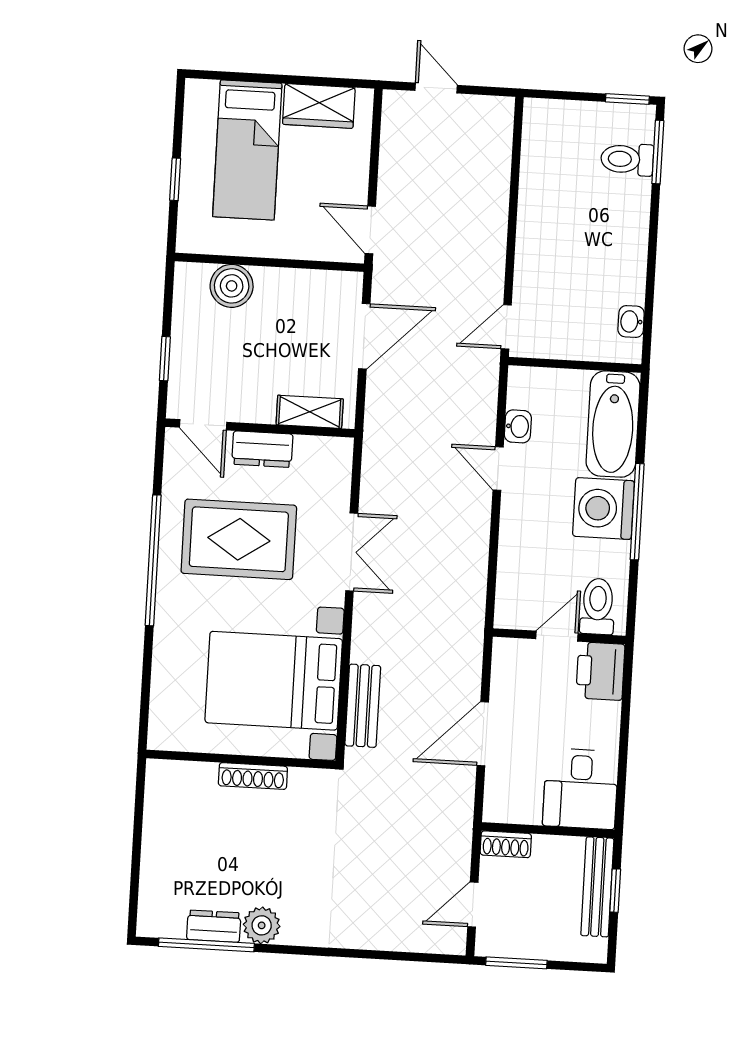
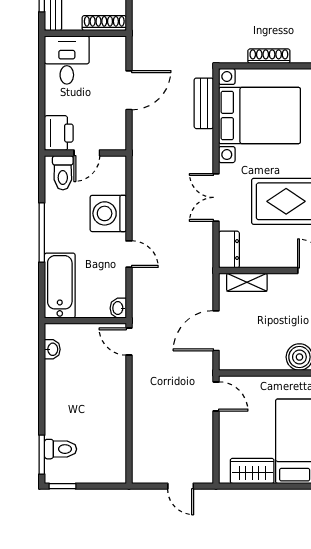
door: (506, 327) -> (129, 342), swing flipped
washbasin: (518, 426) -> (118, 308), moved
dresser: (262, 449) -> (229, 250), moved, turned 90
washing machine: (604, 509) -> (108, 213), moved, turned 180
shoe rack: (506, 844) -> (104, 23), width x1.43

